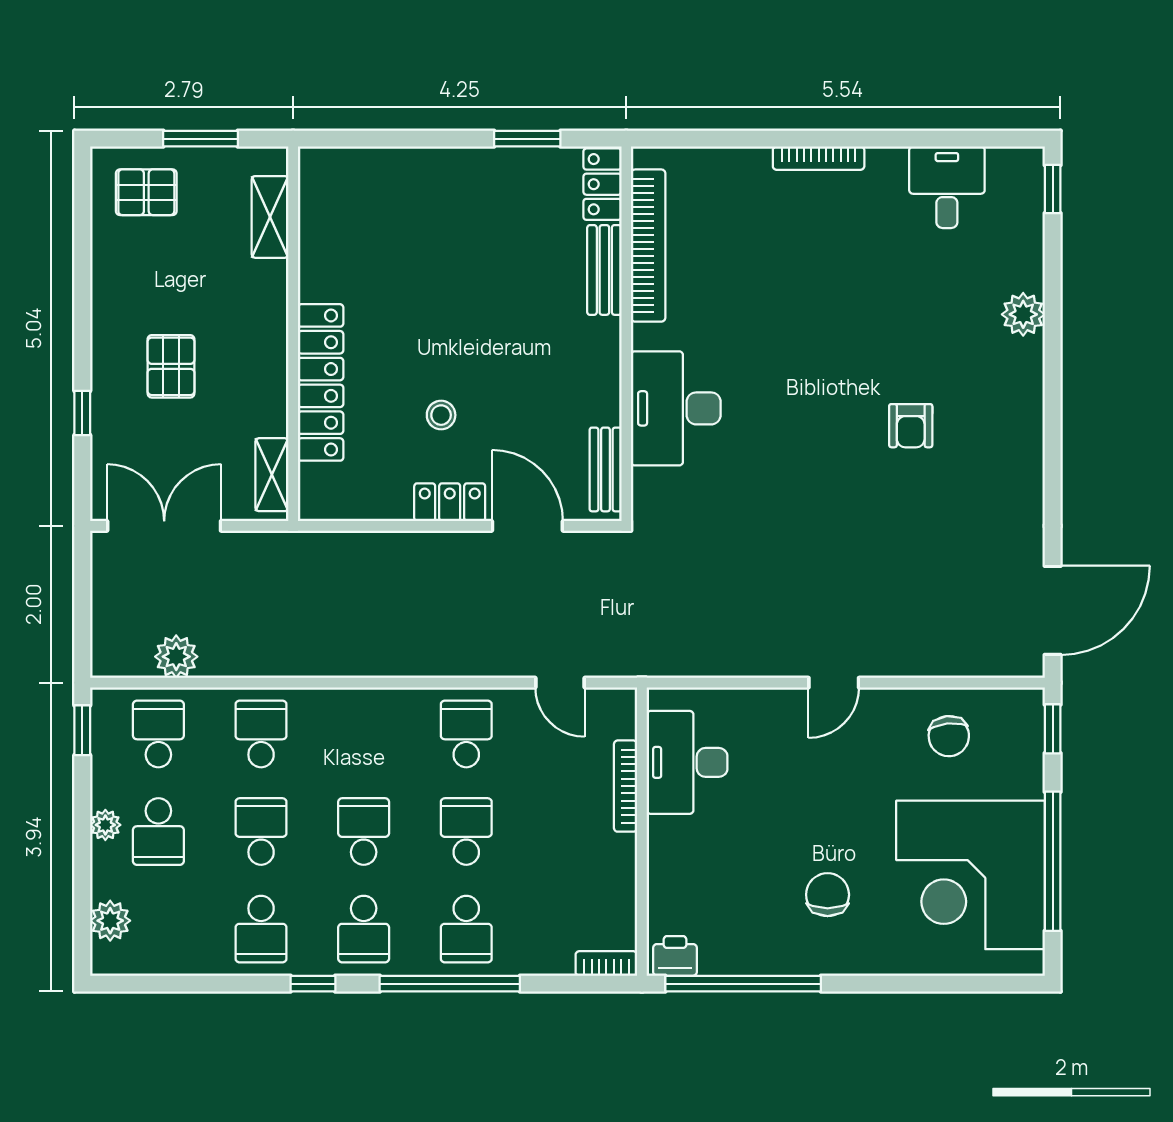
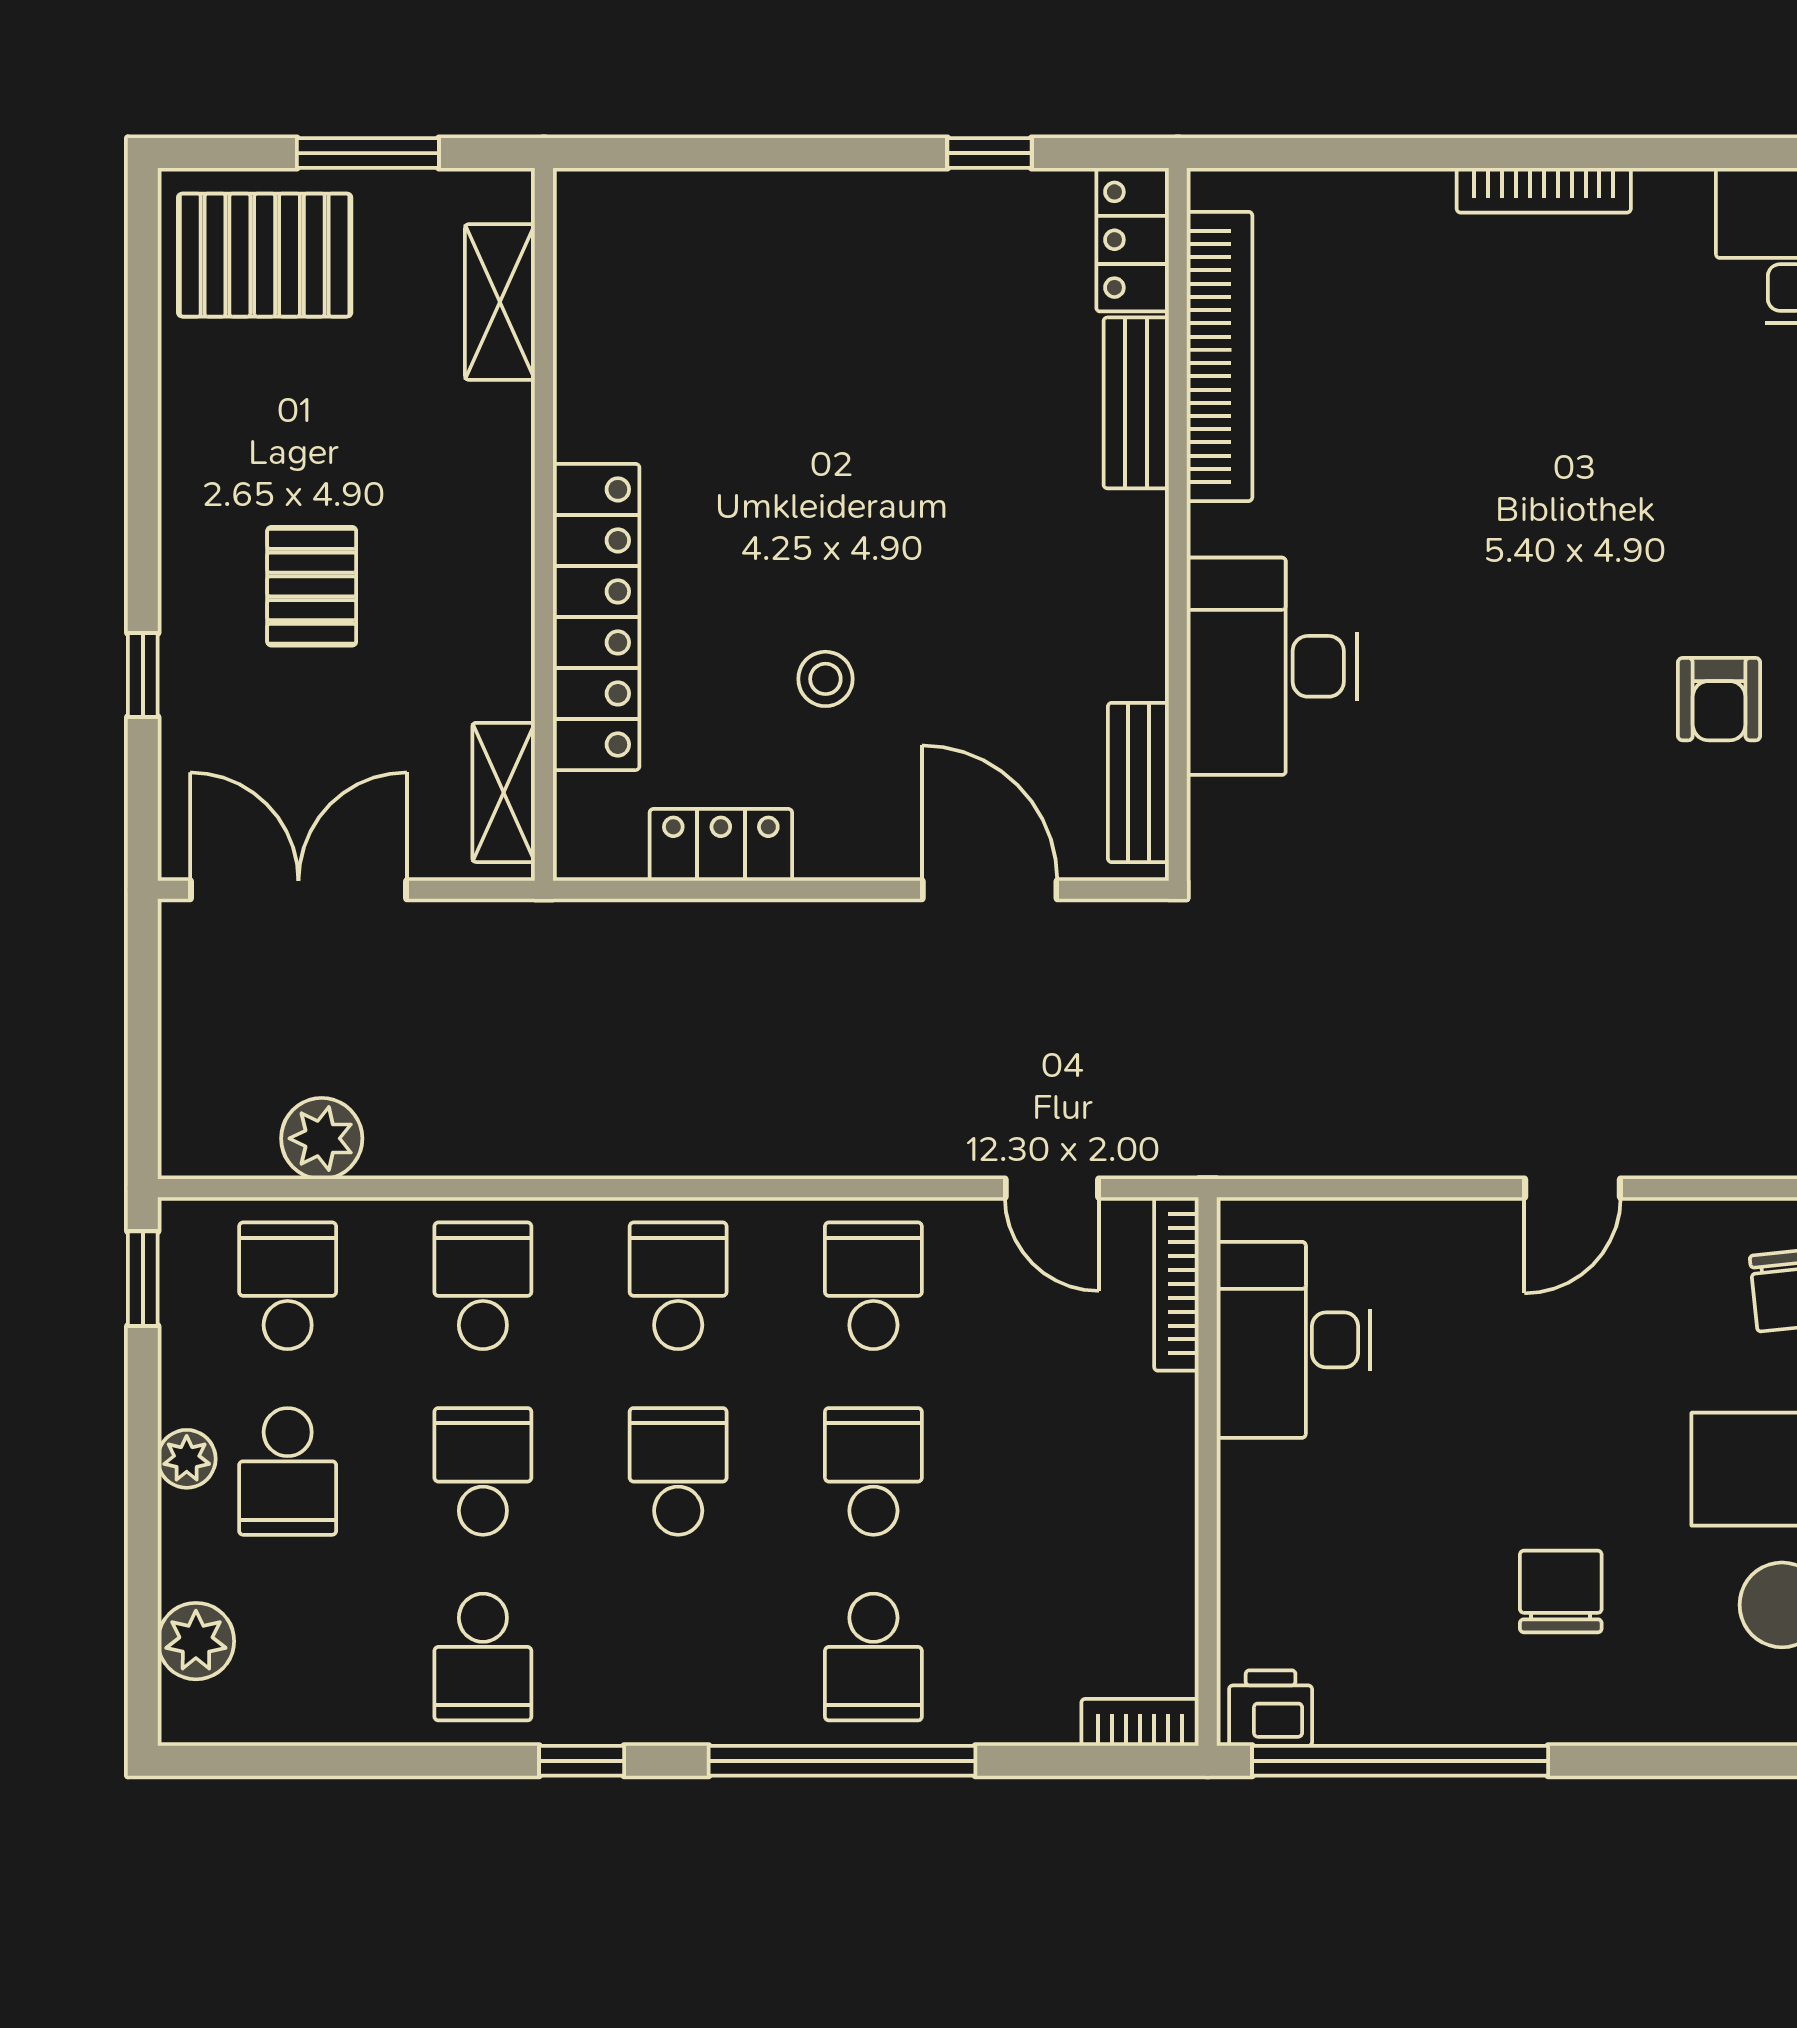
window: (527, 139) -> (990, 153), width x0.67
pallet: (146, 192) -> (265, 255), width x1.50, depth x1.42
locker: (450, 502) -> (721, 845), moved
bookcase: (625, 786) -> (1176, 1284), moved
school desk: (364, 929) -> (678, 1286), moved, turned 180

